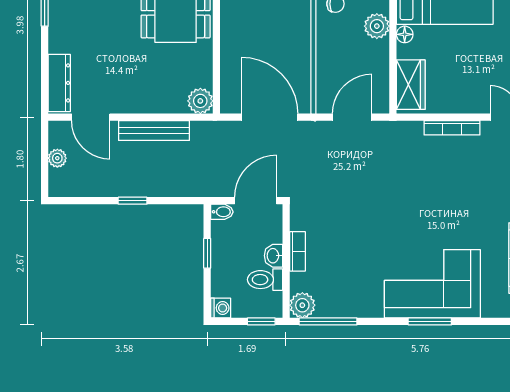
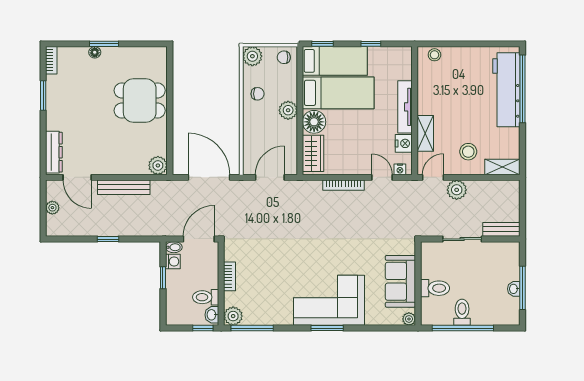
floor lamp: (405, 34) -> (314, 122), width x1.89, depth x1.89
washbasin: (273, 256) -> (212, 315), moved
washing machine: (221, 308) -> (173, 261), moved

